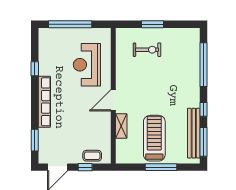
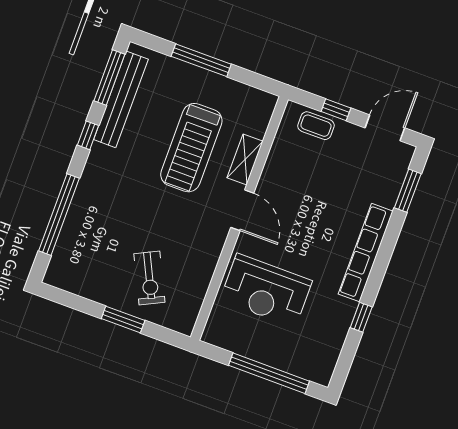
exercise bike: (147, 50) -> (149, 278), turned -116
reception desk: (87, 65) -> (266, 291), turned 90
door: (113, 100) -> (242, 210), hinge flipped
treadmill: (154, 138) -> (191, 148), moved

